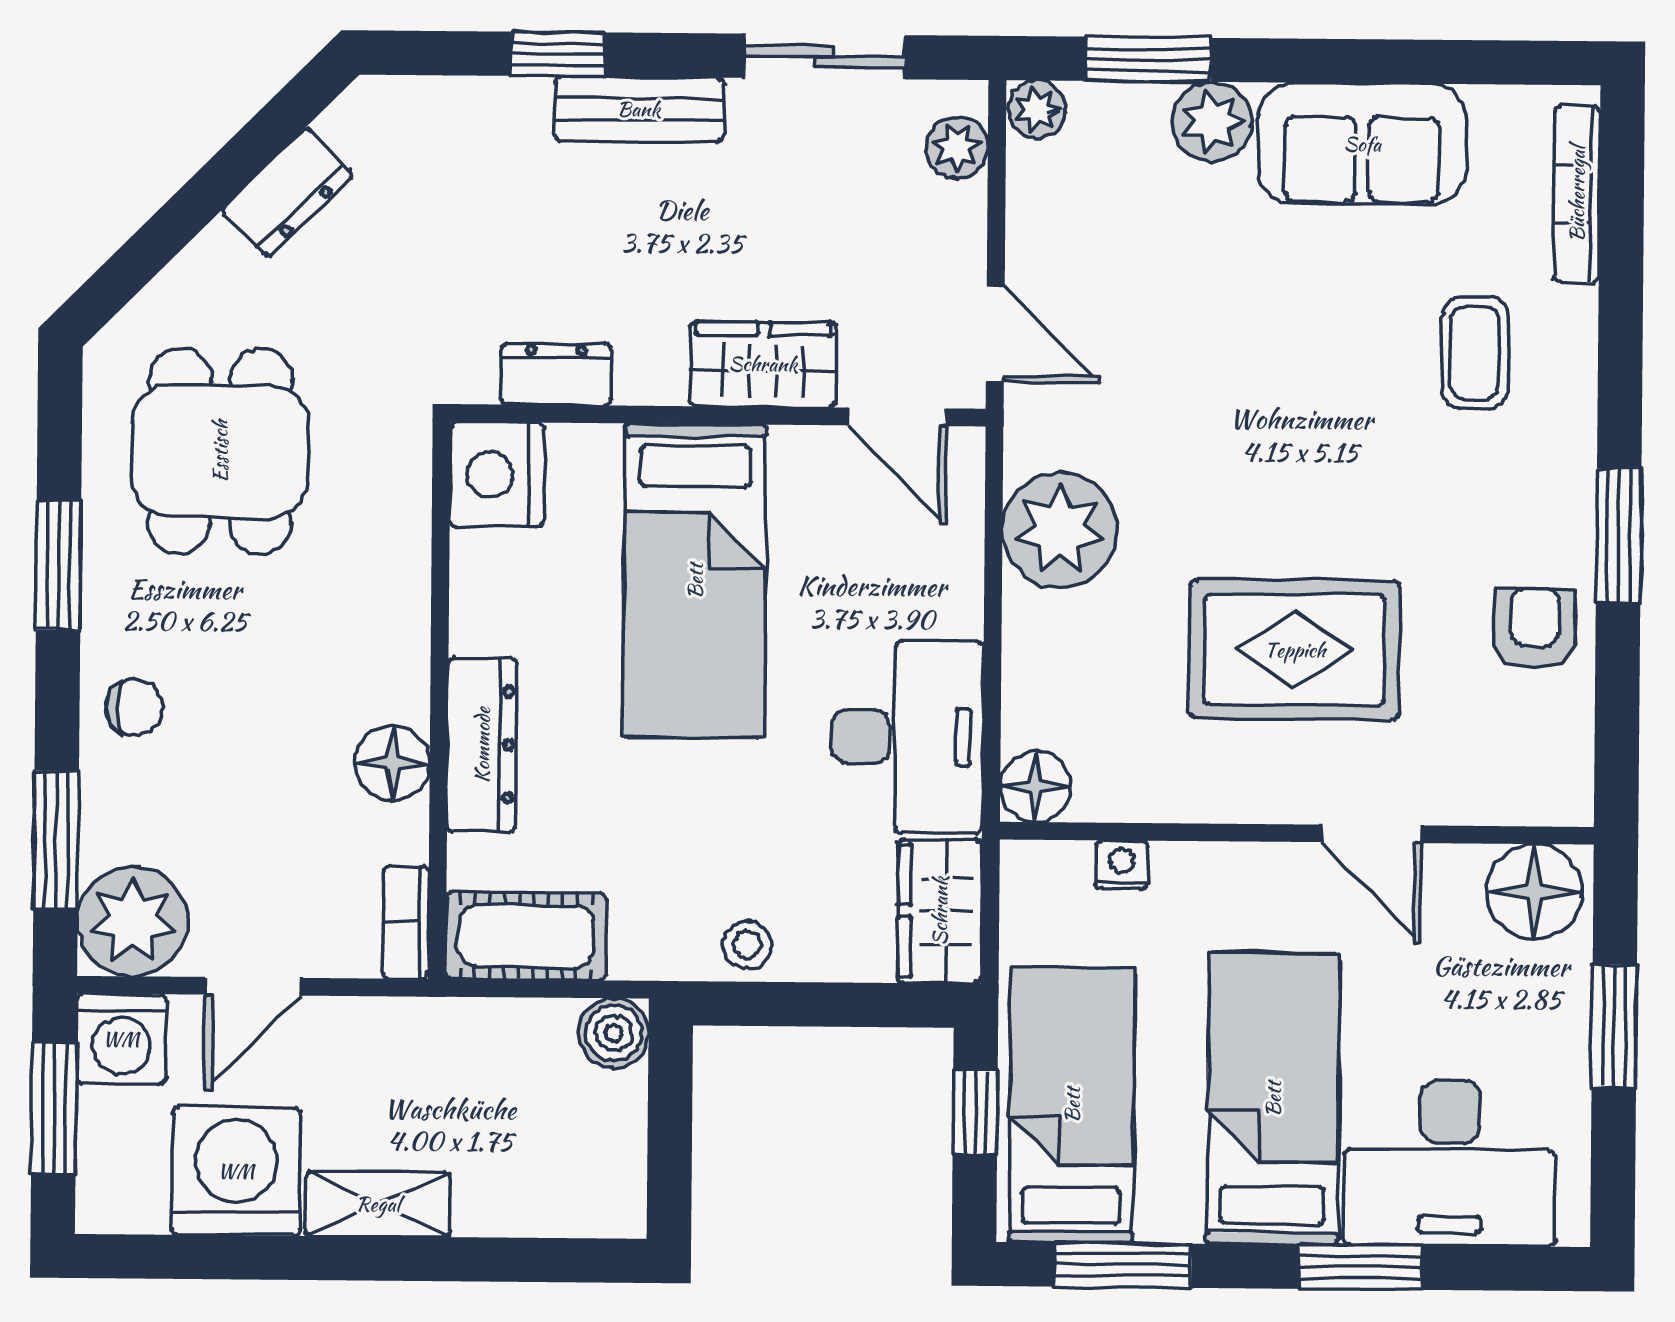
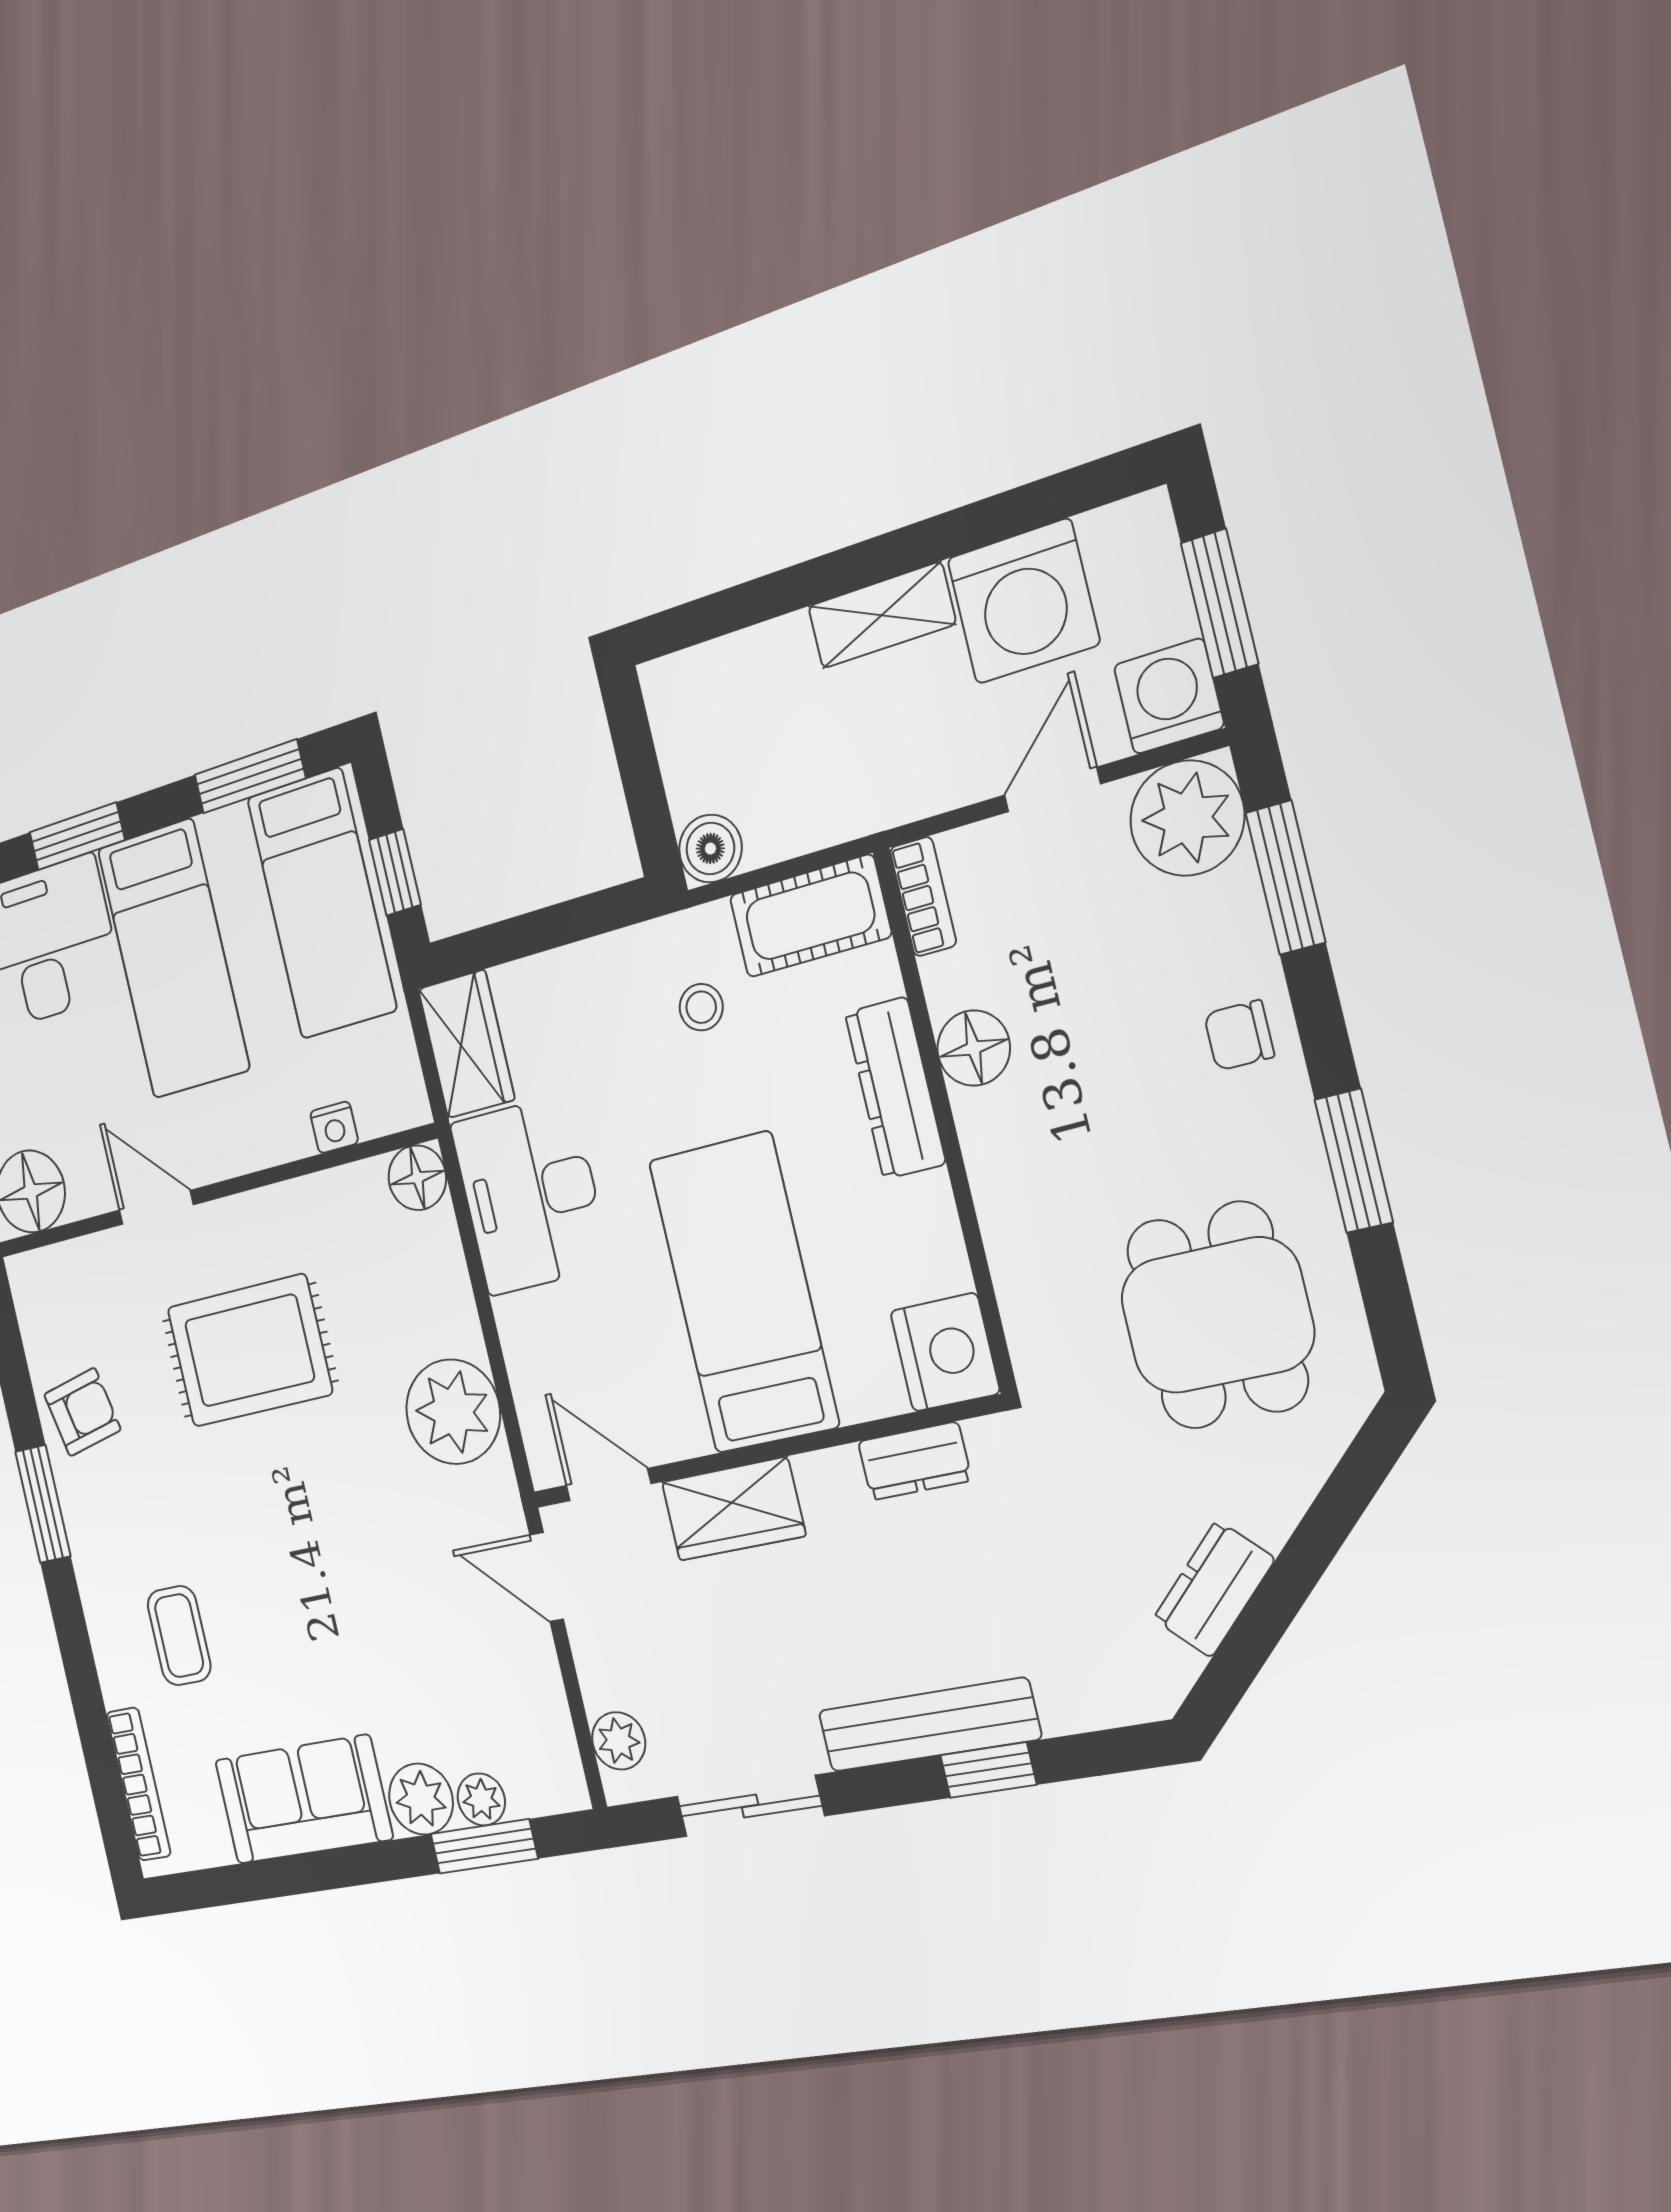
bench: (639, 109) -> (929, 1725), width x1.36
plant: (1037, 109) -> (481, 1799), moved
armchair: (1535, 629) -> (82, 1412), turned -102
stool: (747, 945) -> (701, 1007), moved

